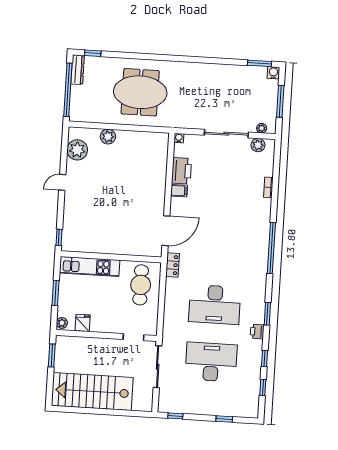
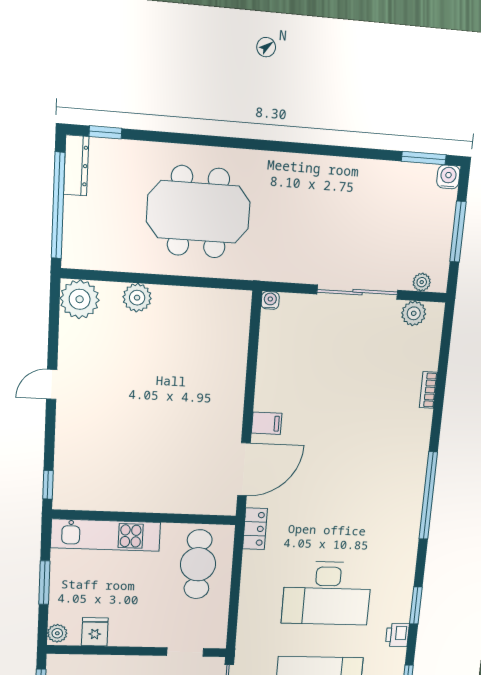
plant: (77, 150) -> (80, 299), moved
printer: (182, 171) -> (274, 361), removed
filing cabinet: (179, 191) -> (267, 423), moved

